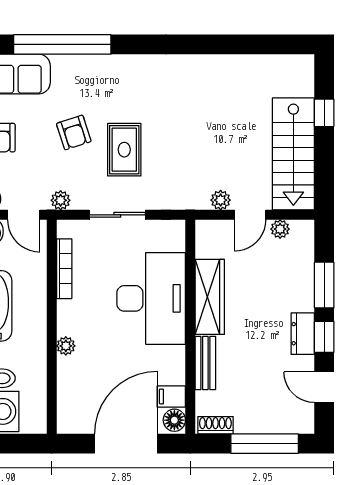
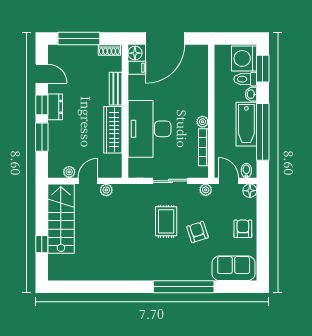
window: (62, 44) -> (184, 287), moved
plant: (66, 346) -> (202, 122), moved

